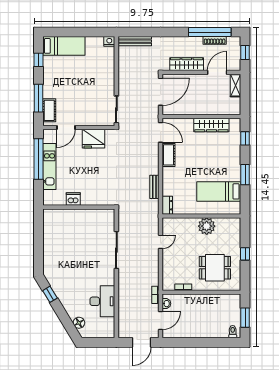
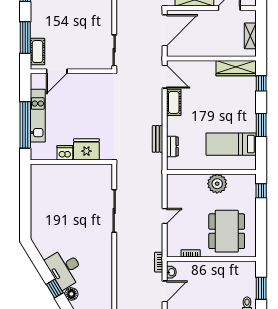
shelving: (236, 85) -> (250, 36), moved
wardrobe: (211, 125) -> (236, 68), moved
fridge: (94, 139) -> (86, 149), moved, turned 180
window: (39, 159) -> (25, 125), moved
dresser: (167, 205) -> (172, 146), moved
door: (161, 242) -> (165, 216), moved
window: (245, 254) -> (261, 191), moved
dining table: (215, 268) -> (227, 231), width x1.38
window: (50, 294) -> (55, 289), moved
desk: (102, 301) -> (65, 268), moved, turned 149

